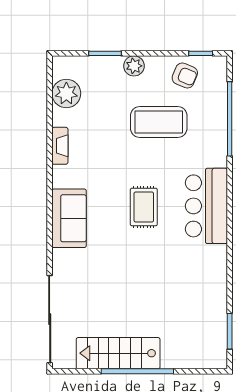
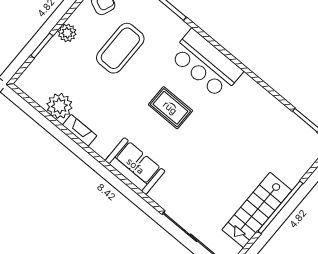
plant: (66, 93) -> (59, 106), moved

